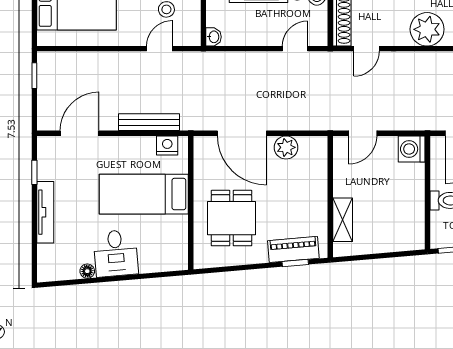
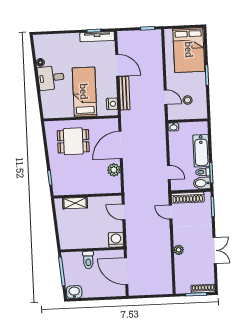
plant: (427, 29) -> (179, 250), width x0.53, depth x0.53
door: (80, 133) -> (117, 65), moved
tv unit: (45, 212) -> (97, 37), moved
piano: (293, 250) -> (57, 176), removed

